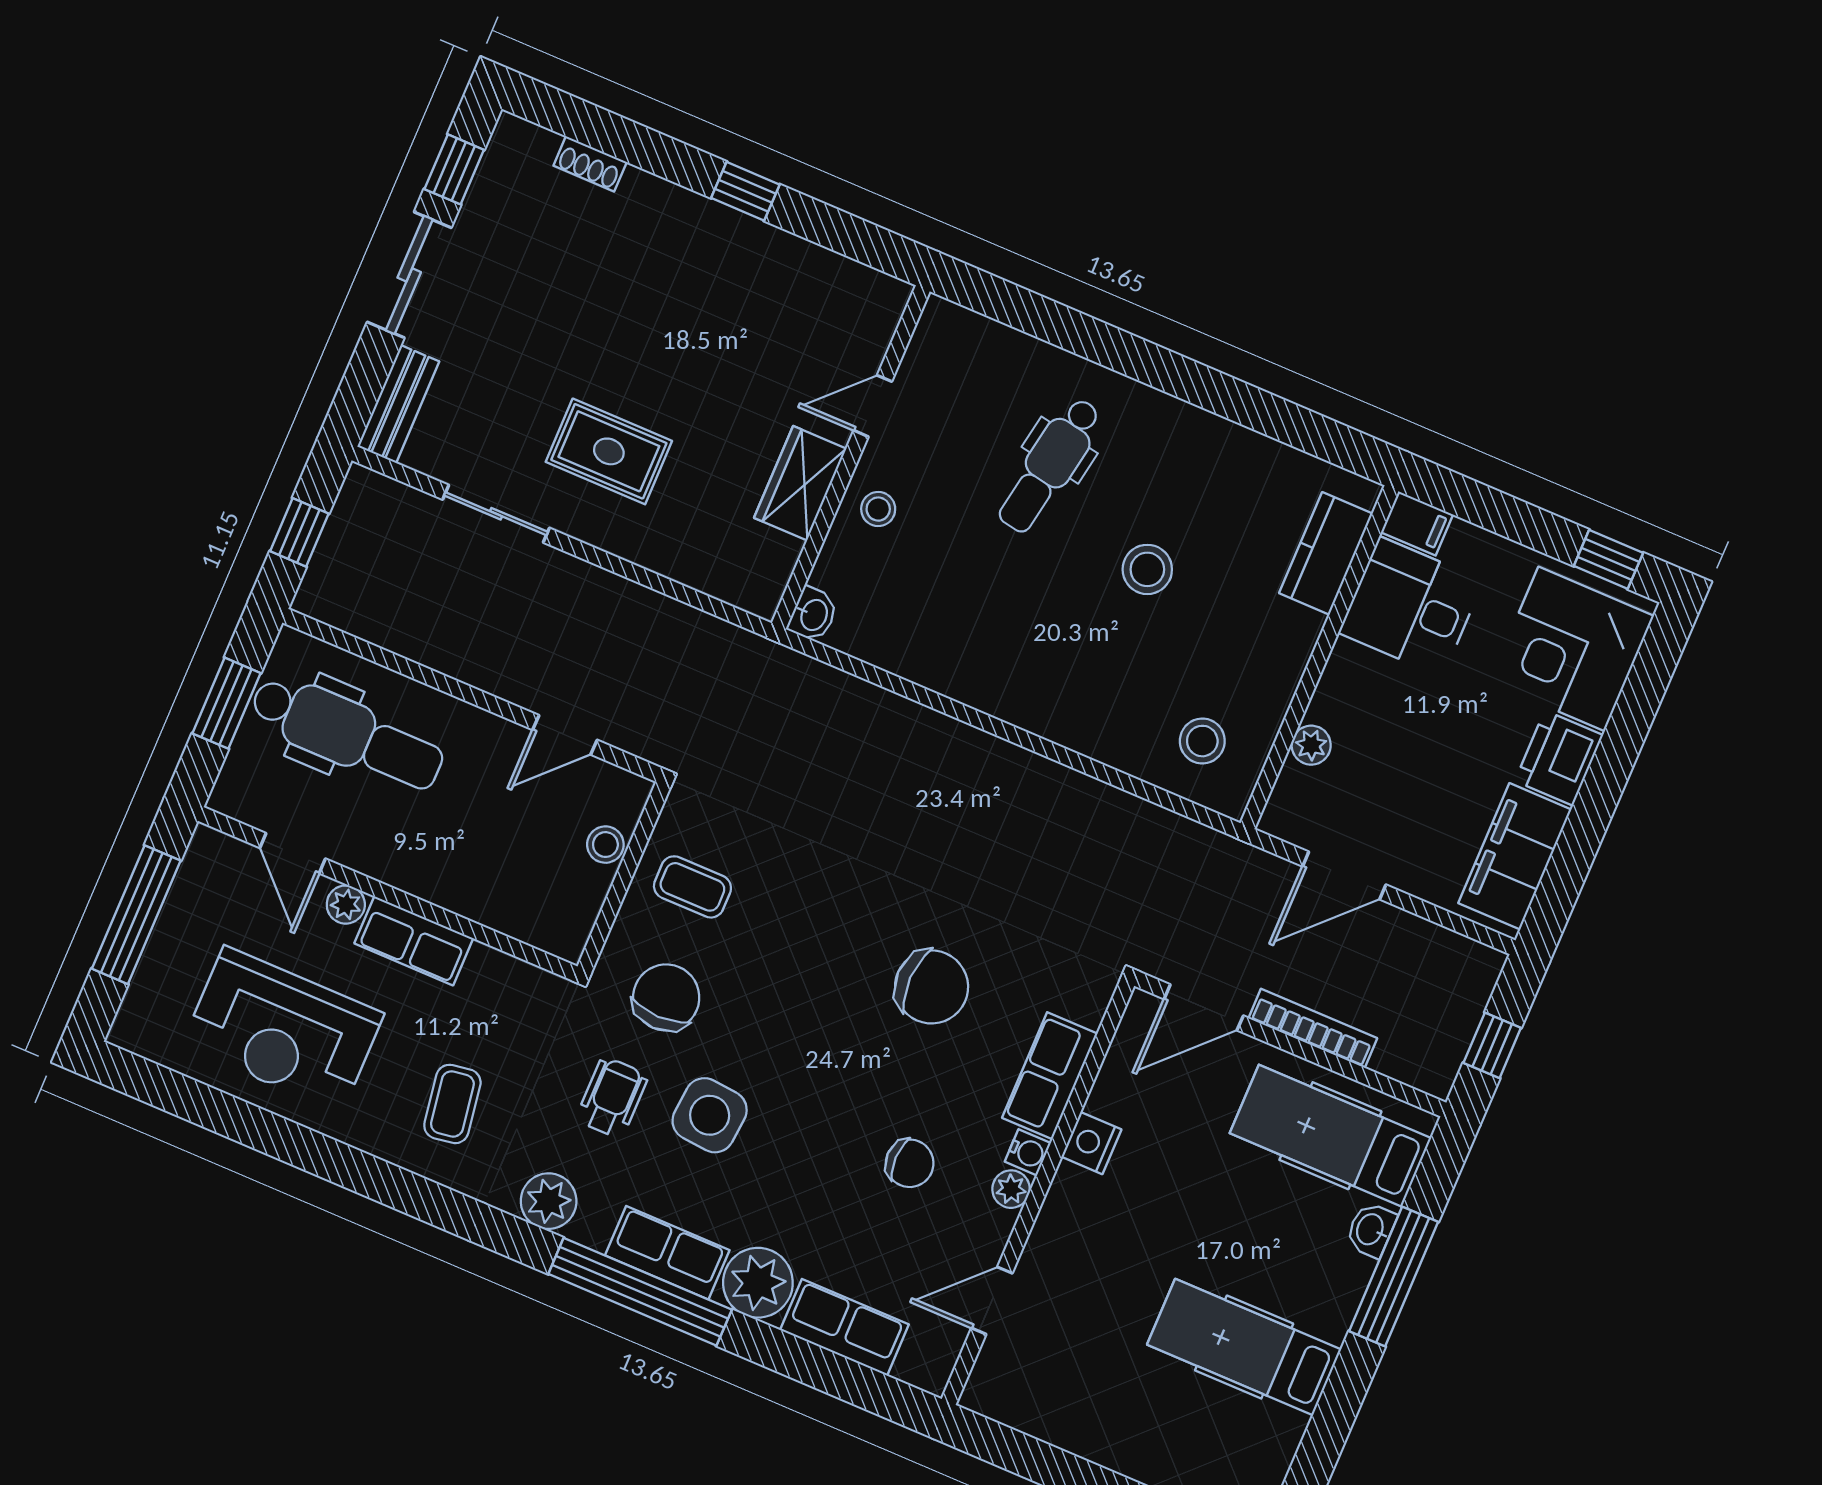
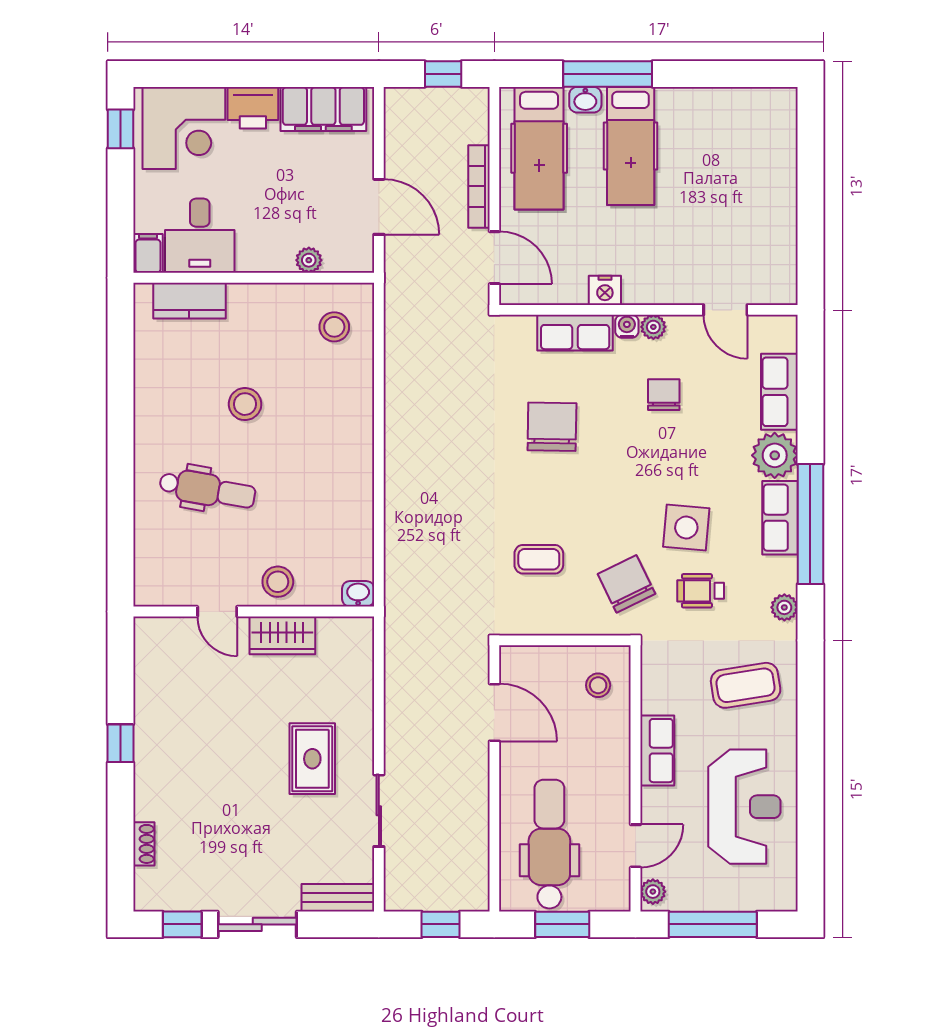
stool: (878, 509) -> (278, 582), width x1.37, depth x1.37
door: (565, 735) -> (494, 712), width x1.38
stool: (605, 845) -> (598, 685), moved
coffee table: (692, 887) -> (539, 559), moved, turned 90
plant: (346, 905) -> (653, 892), moved
chair: (666, 997) -> (626, 584), turned 64
coffee table: (452, 1104) -> (746, 685), width x1.36, depth x1.30
plant: (549, 1201) -> (784, 607), width x0.73, depth x0.73
hospital bed: (1244, 1347) -> (631, 146), moved

